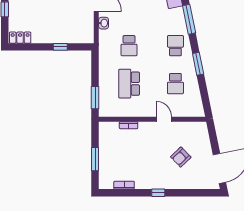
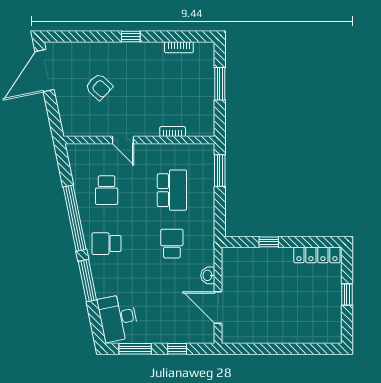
locker: (20, 38) -> (317, 255), width x1.53
school desk: (175, 46) -> (107, 244), turned 90
window: (198, 64) -> (75, 218), width x2.11
school desk: (175, 84) -> (107, 190), turned 180
armchair: (181, 157) -> (99, 87), turned 87

